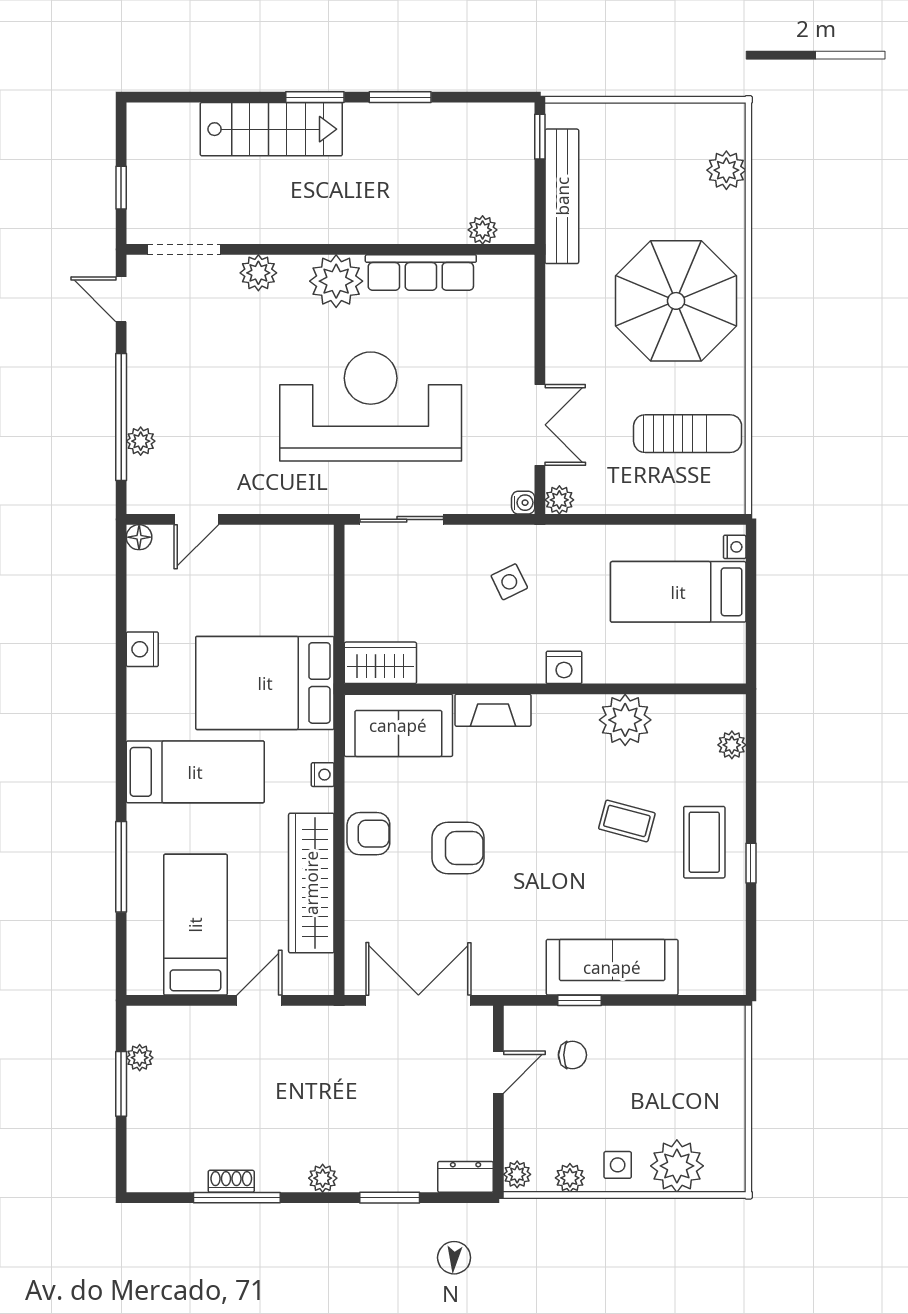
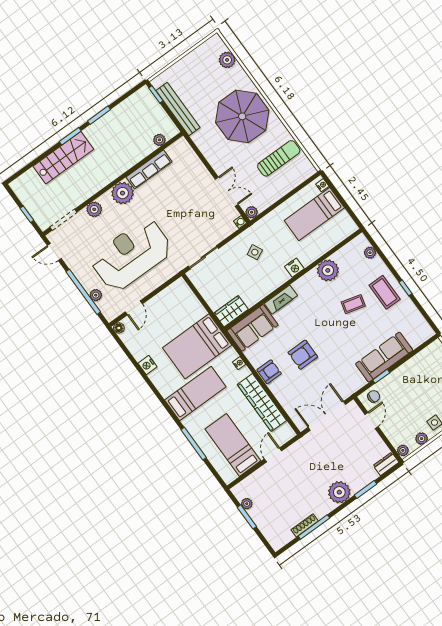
reception desk: (371, 406) -> (131, 255), moved
armchair: (458, 848) -> (303, 355), turned 180
chair: (572, 1055) -> (374, 396), moved
plant: (323, 1178) -> (339, 492), width x1.88, depth x1.88
shoe rack: (231, 1181) -> (305, 525), width x1.43

